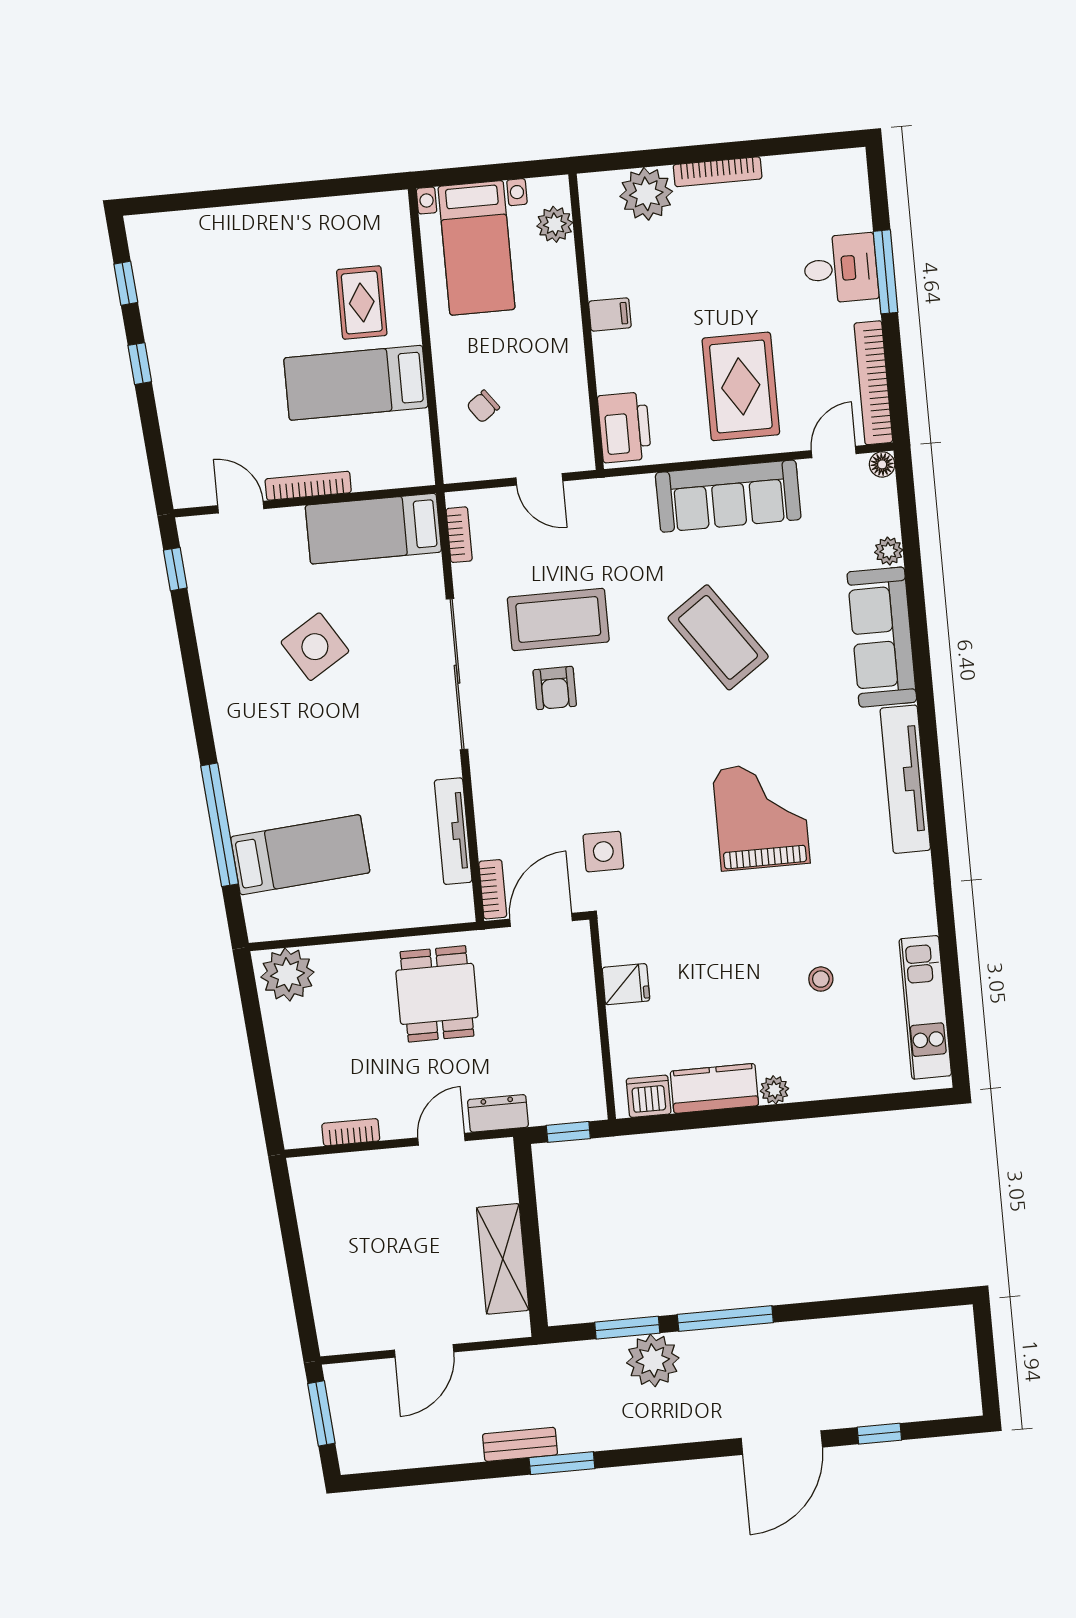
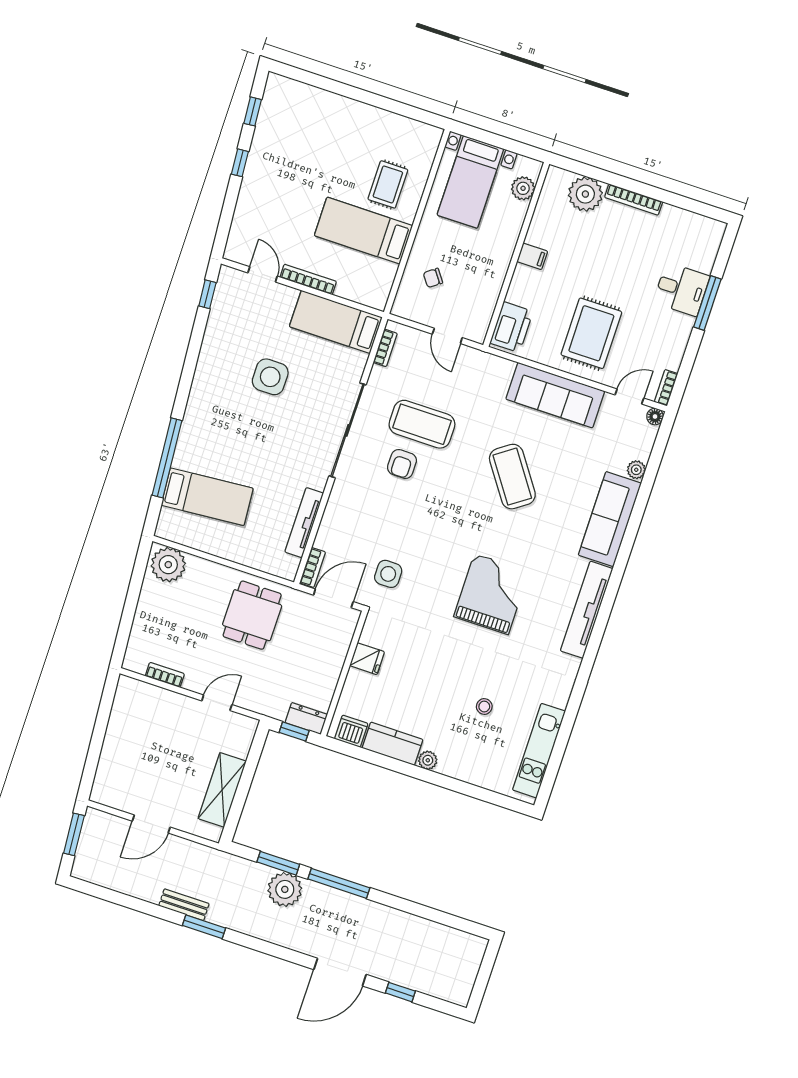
bookcase: (873, 383) -> (666, 388), width x0.43, depth x0.76
side table: (315, 647) -> (270, 377), turned 32
dresser: (498, 1113) -> (306, 718), moved

